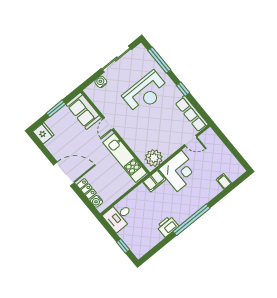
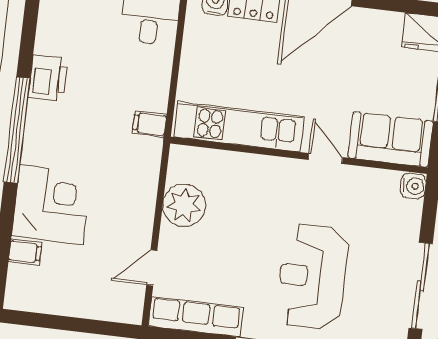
water cooler: (101, 82) -> (413, 186), moved
plant: (154, 158) -> (184, 205), moved
corner desk: (179, 171) -> (51, 205), moved, turned 180
filing cabinet: (154, 181) -> (150, 124), width x0.50

